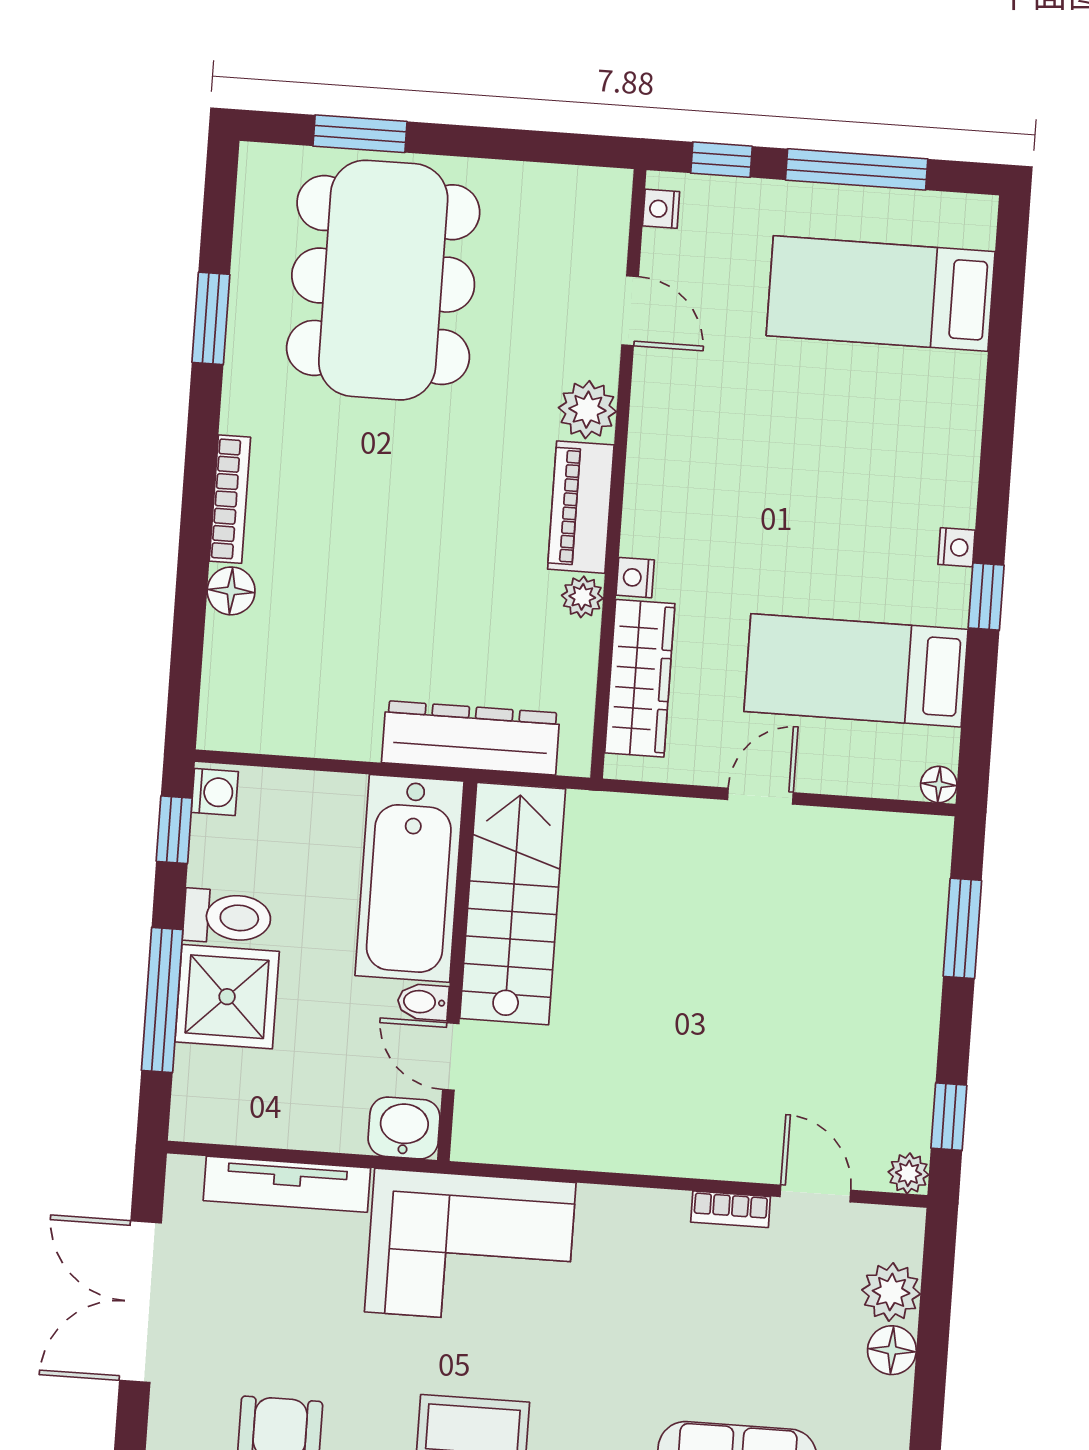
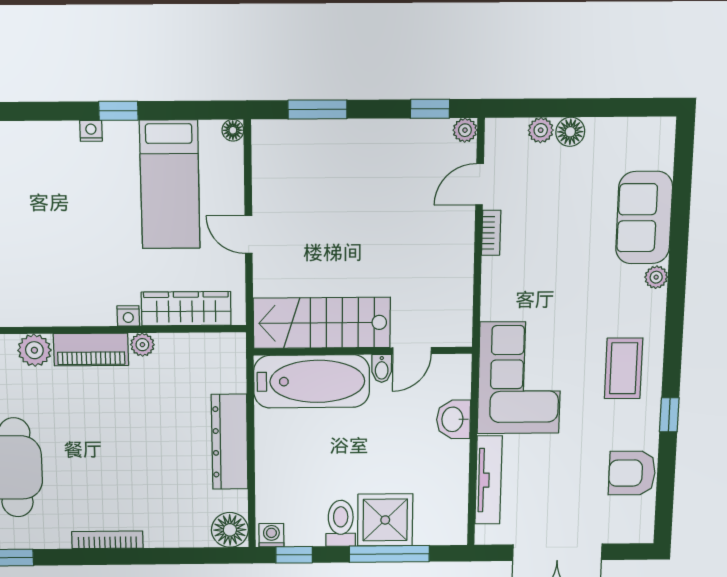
floor lamp: (231, 591) -> (230, 530), moved, width x1.38, depth x1.38
dresser: (471, 738) -> (230, 442), moved
bathtub: (409, 878) -> (312, 381), moved
stairs: (513, 904) -> (322, 323), moved
wall: (457, 971) -> (363, 351), moved
bidet: (423, 1002) -> (382, 368), moved
door: (451, 1057) -> (412, 351), moved
plant: (891, 1292) -> (541, 130), width x0.73, depth x0.73

